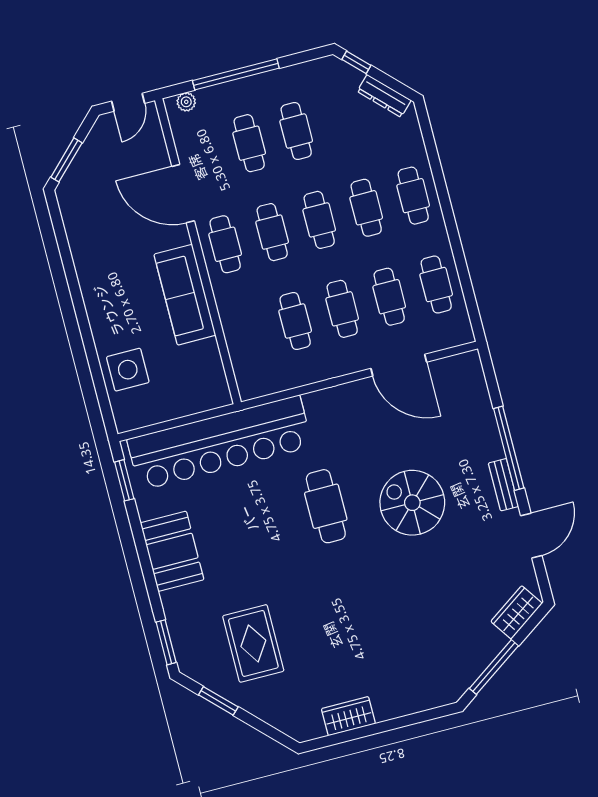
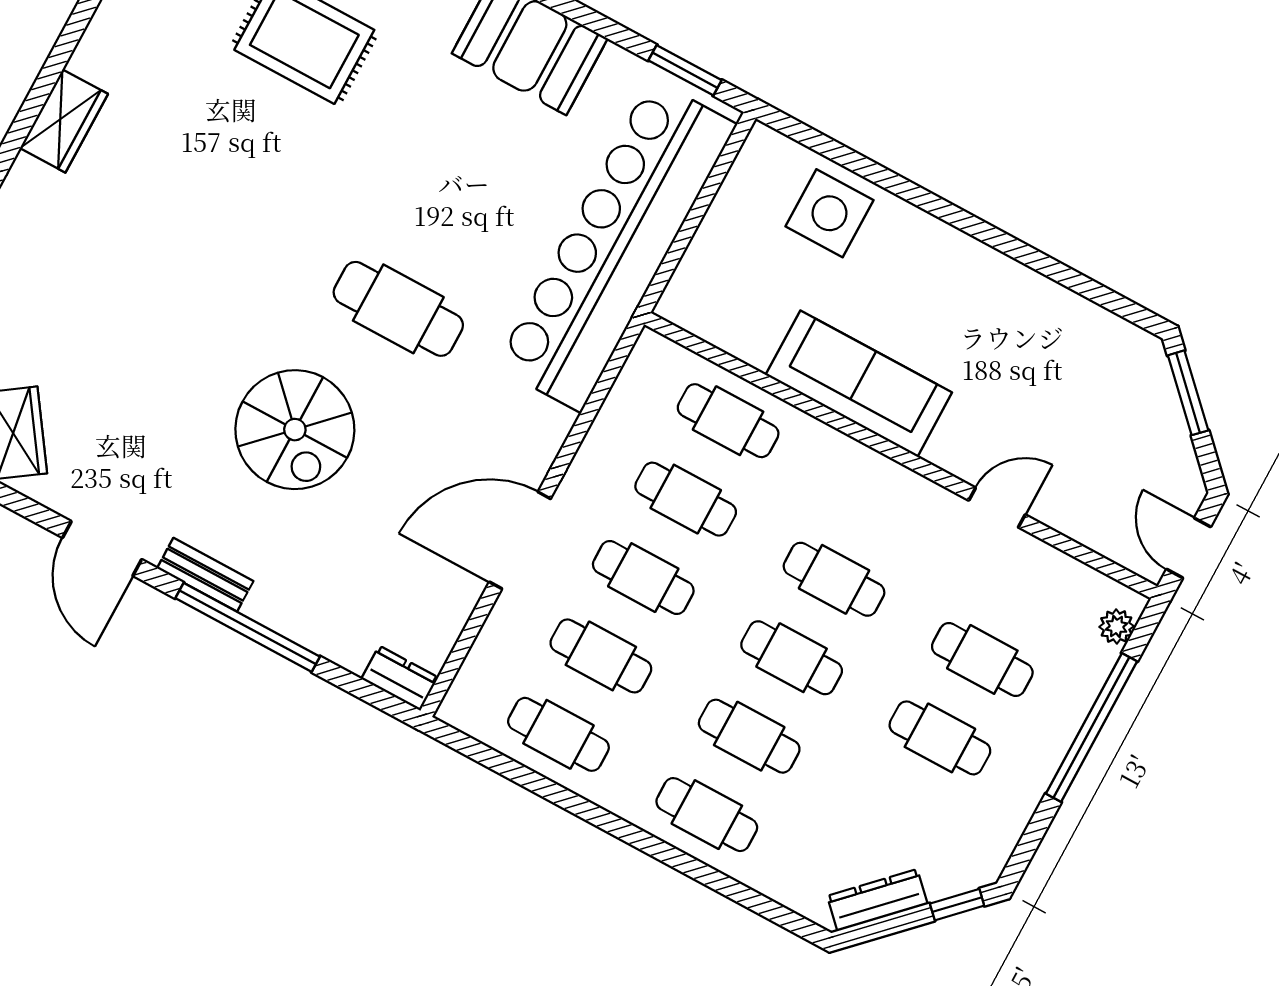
door: (183, 194) -> (997, 508), width x0.53
cafe table: (225, 244) -> (728, 421), moved
door: (399, 365) -> (520, 540), moved
dresser: (473, 369) -> (400, 678), added
spiral stairs: (412, 503) -> (295, 430), turned 90
wardrobe: (348, 716) -> (64, 121), moved

